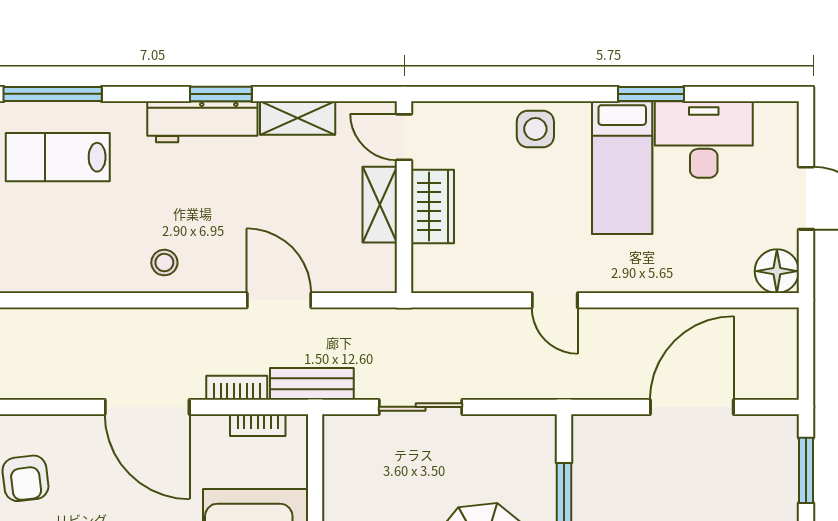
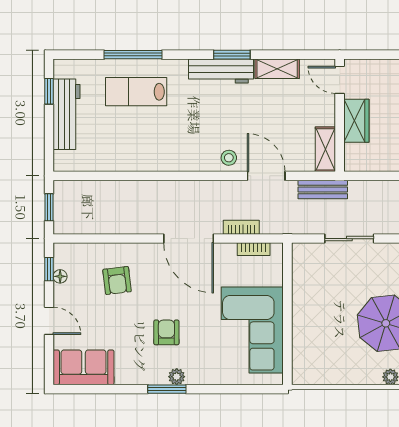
shelving: (380, 205) -> (325, 149), moved
stool: (164, 263) -> (229, 158), moved
bench: (312, 384) -> (323, 189), moved

